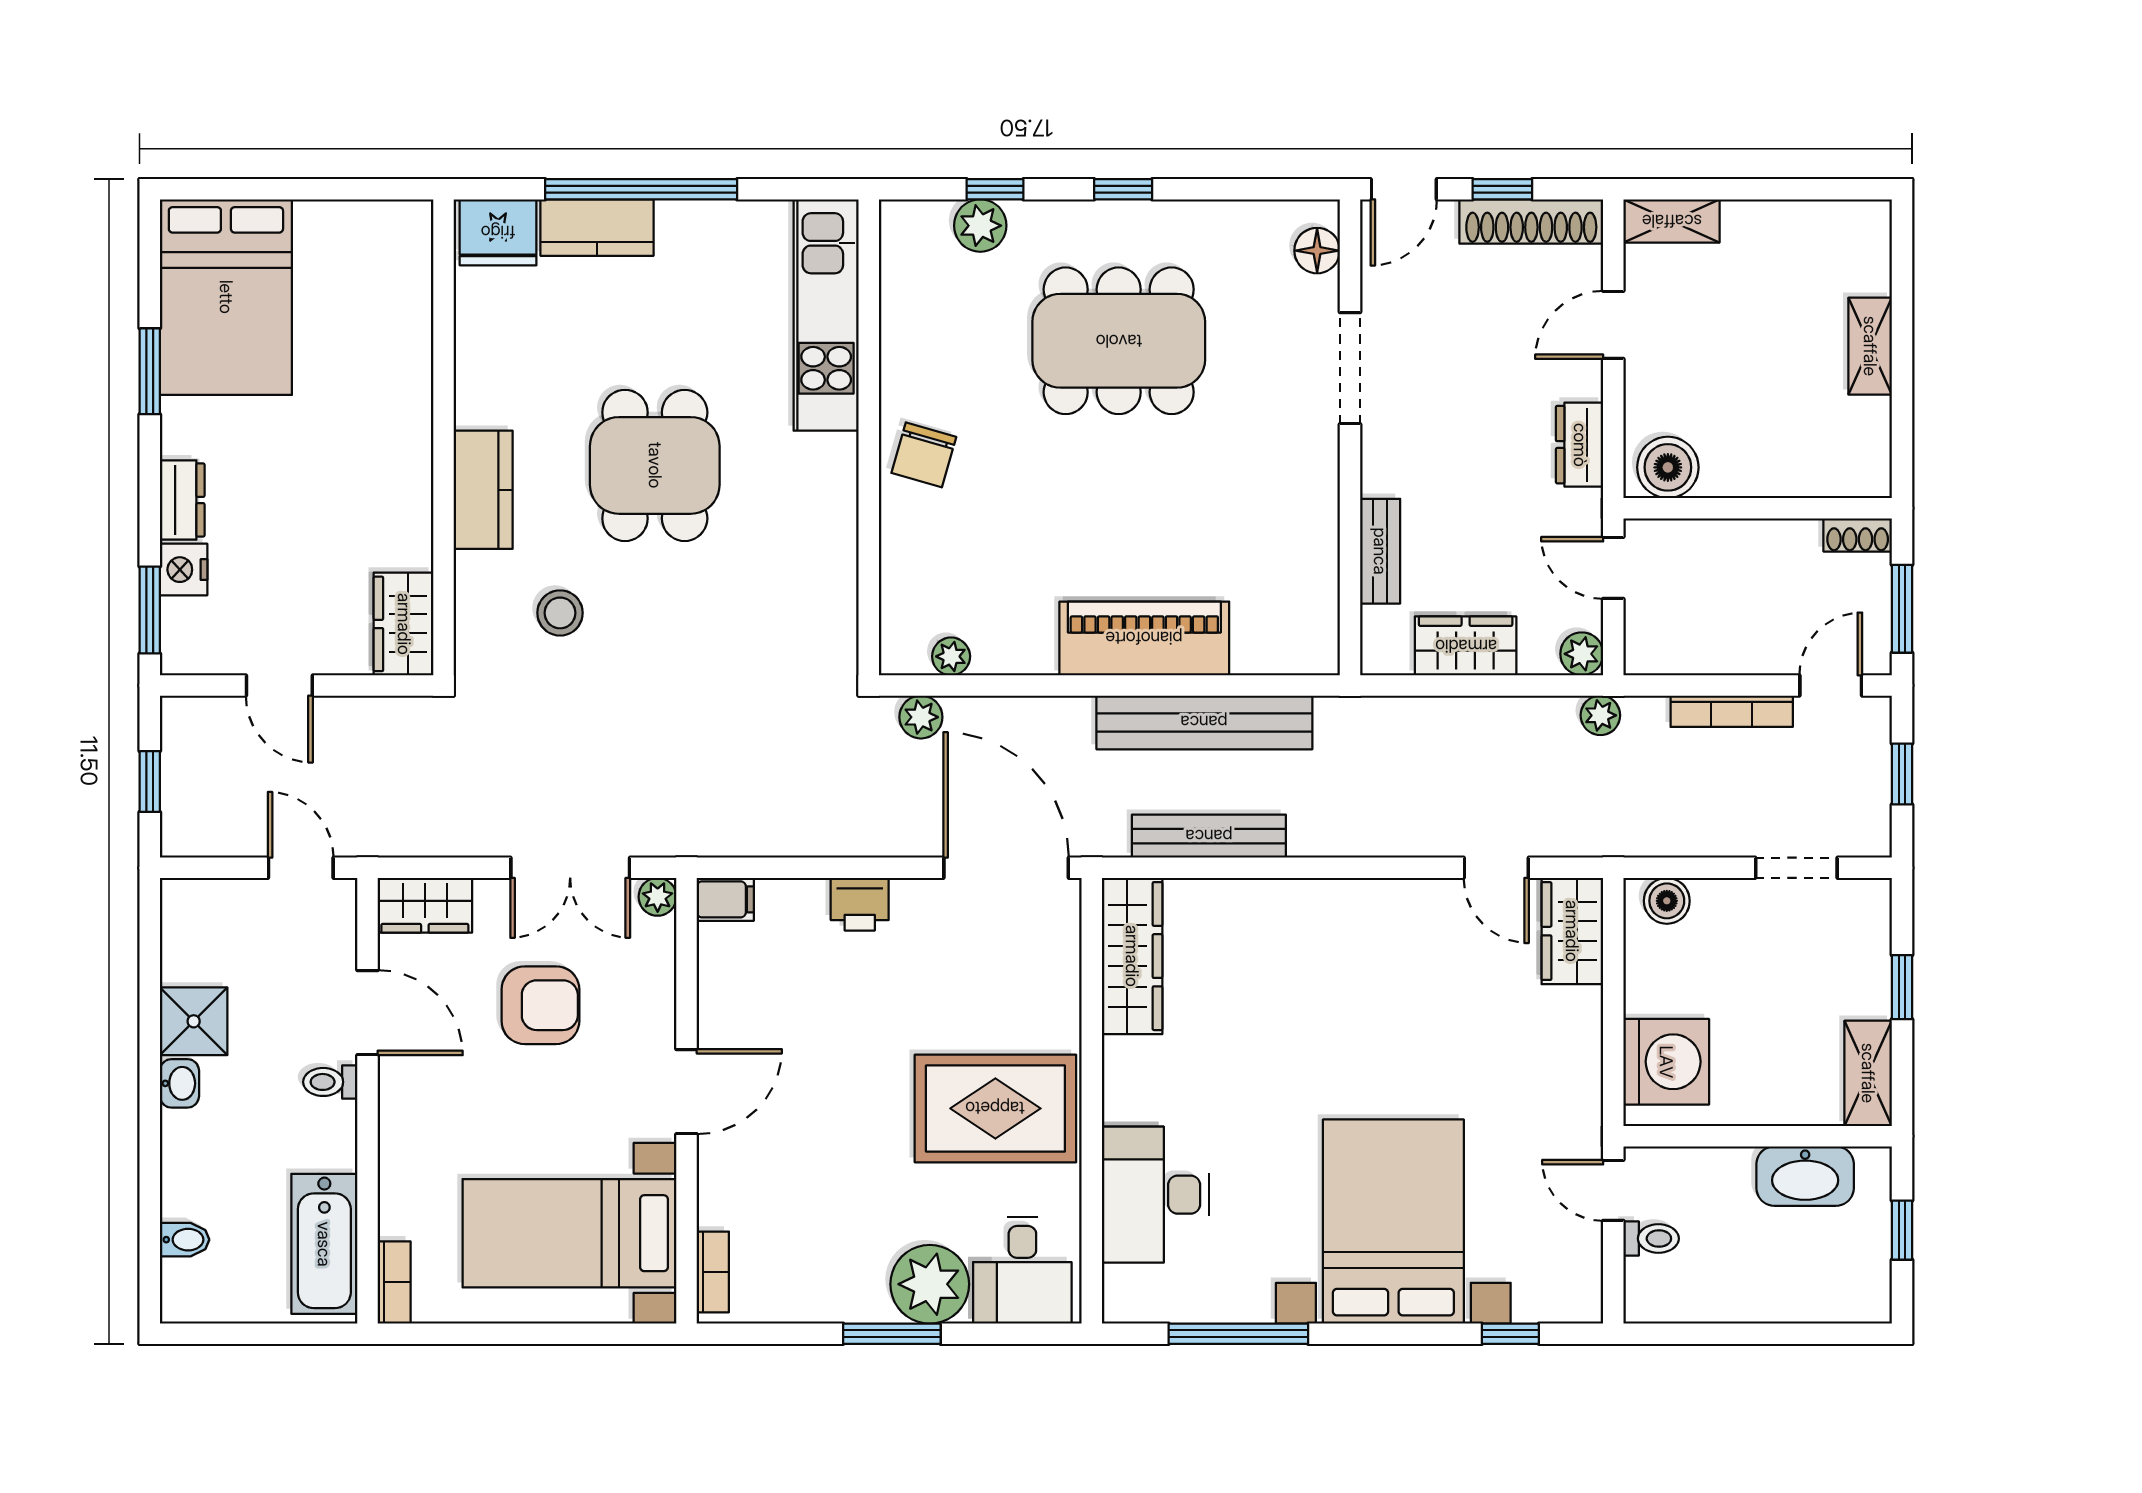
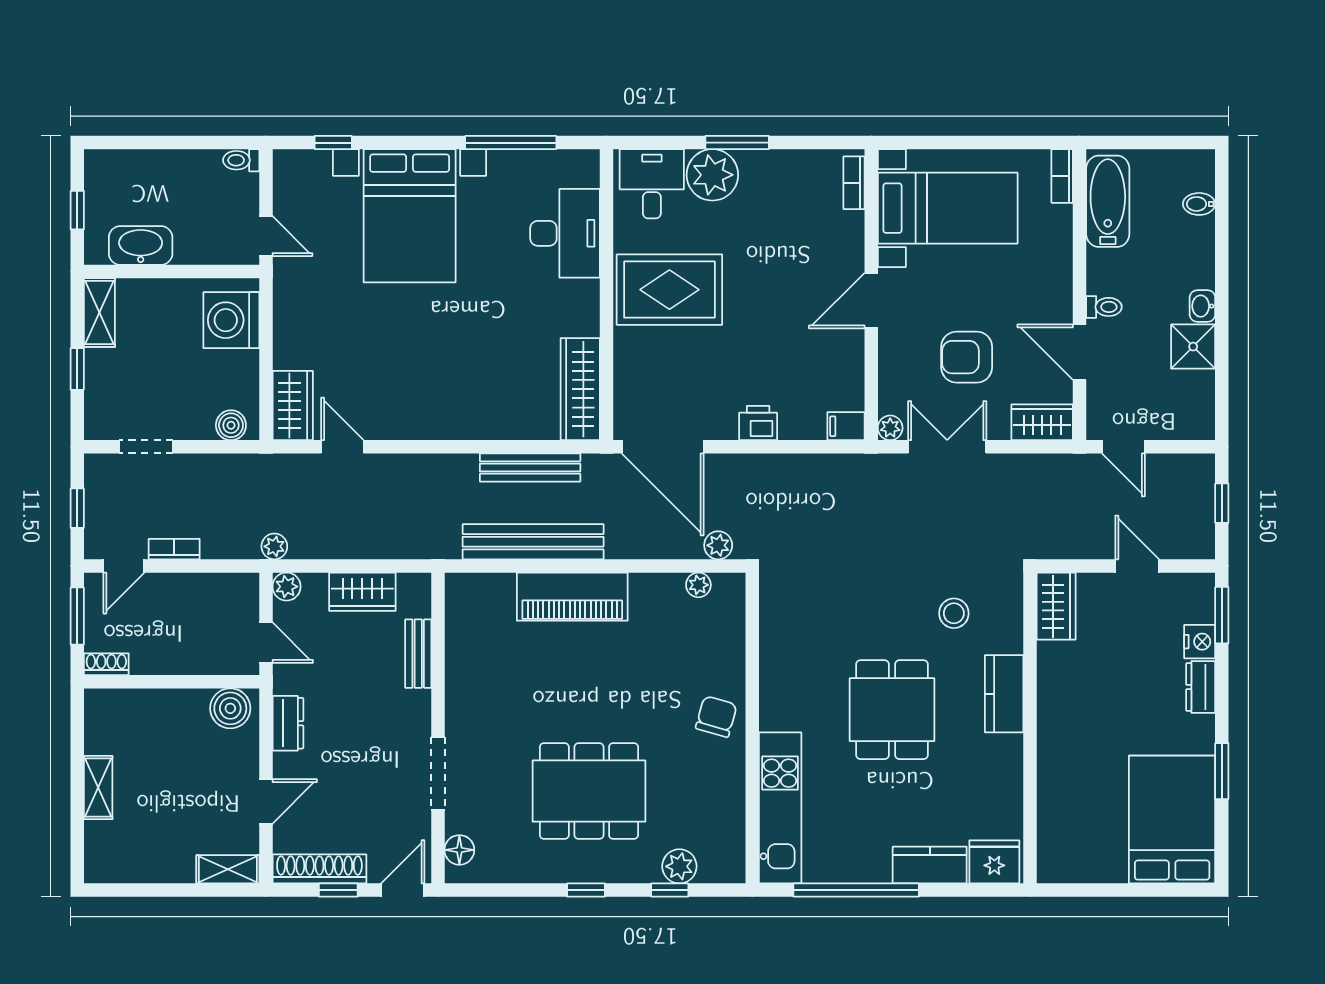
window: (641, 189) -> (856, 890), moved
bookcase: (1732, 711) -> (174, 549), width x0.64
toilet: (1651, 1239) -> (241, 160), moved

